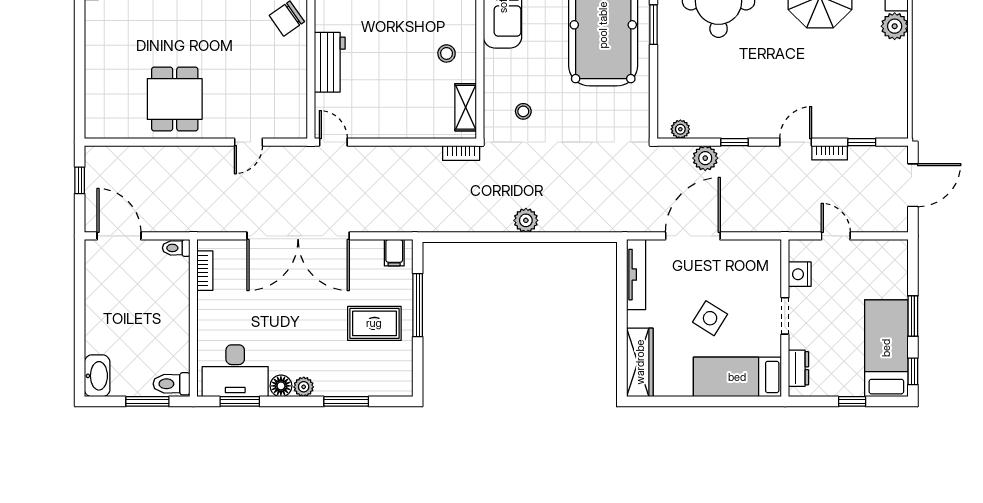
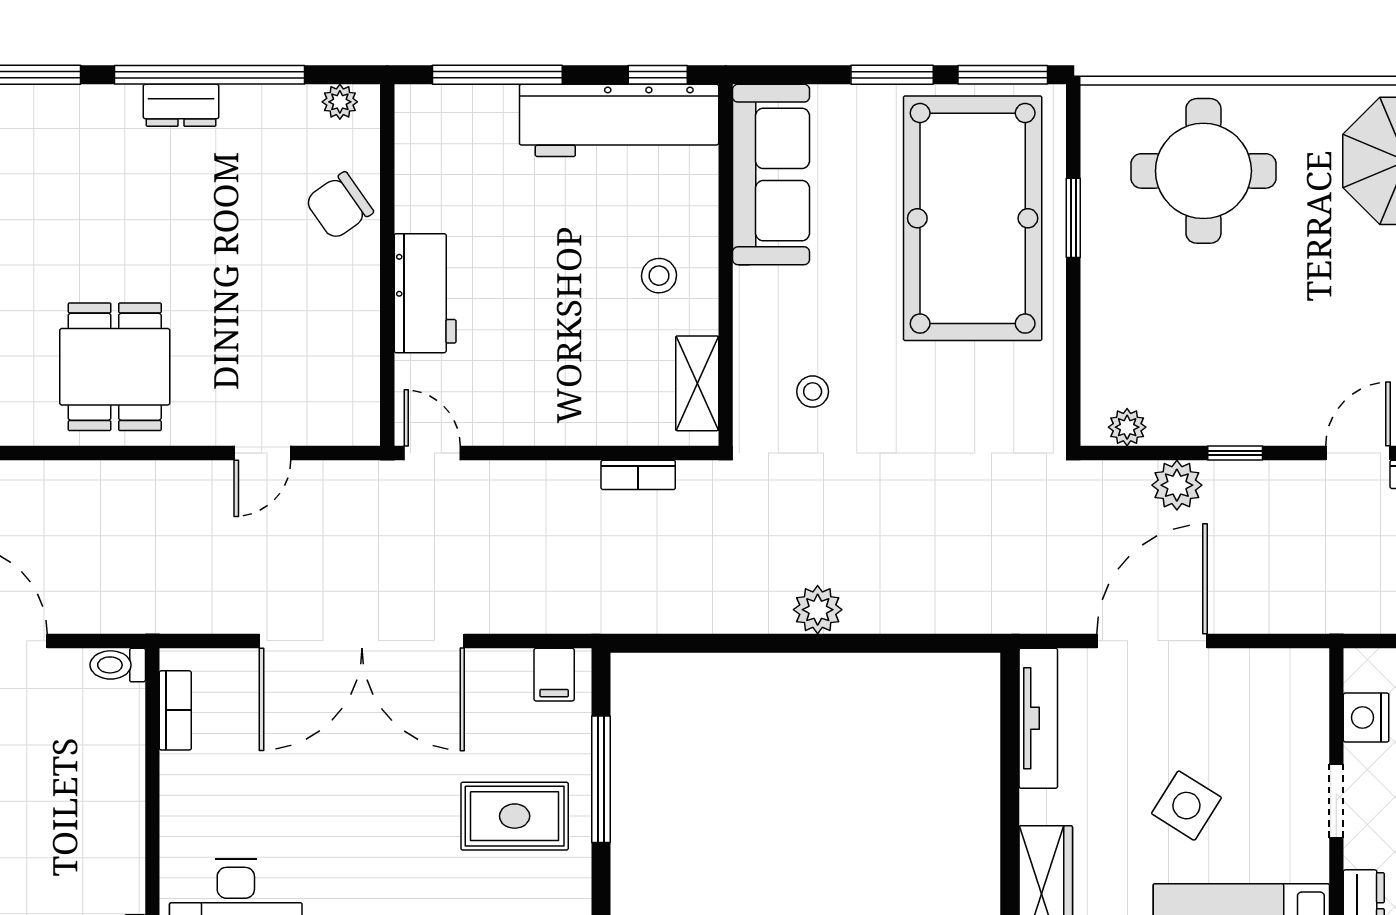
bookcase: (461, 153) -> (638, 475), moved

